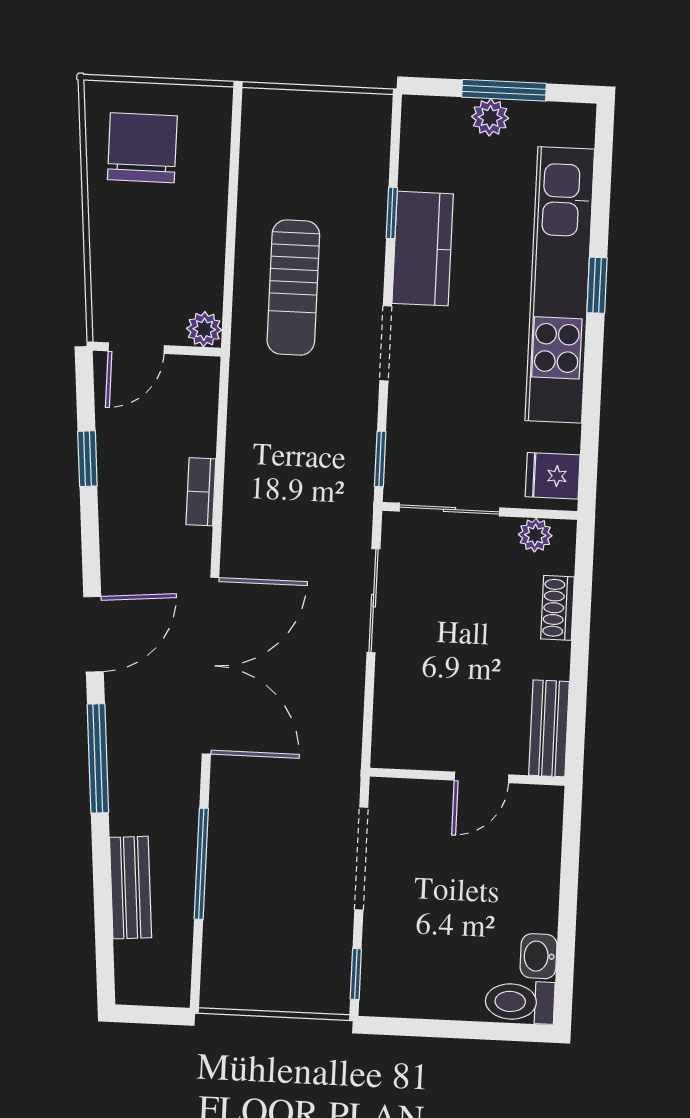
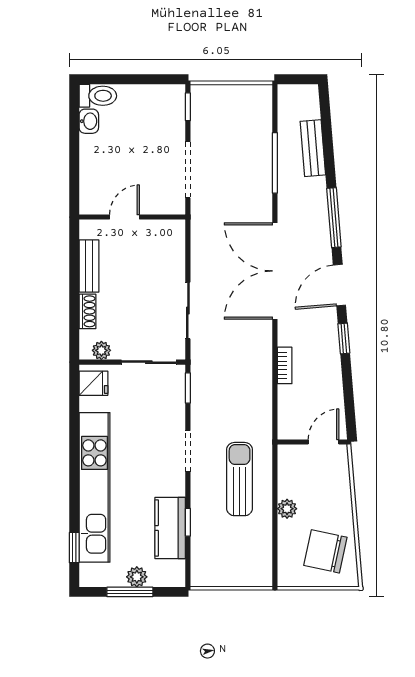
chair: (142, 148) -> (325, 551), turned 102
kitchen counter: (423, 249) -> (170, 528), moved
window: (597, 285) -> (74, 548), moved
plant: (204, 329) -> (287, 509), moved
window: (87, 459) -> (344, 338), moved
bench: (549, 728) -> (89, 266), moved

